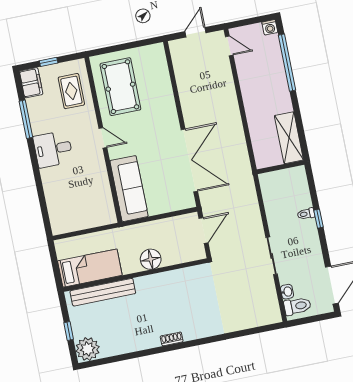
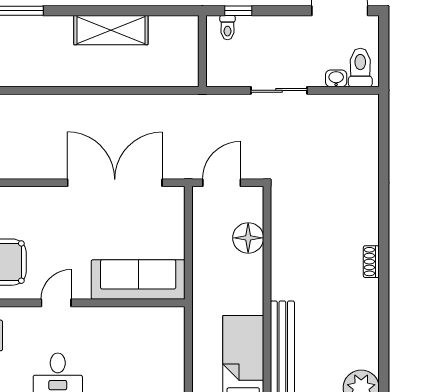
wall: (281, 167) -> (202, 51), moved
door: (204, 230) -> (222, 183), hinge flipped
floor lamp: (151, 259) -> (248, 238), moved

